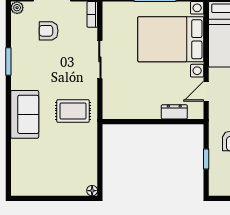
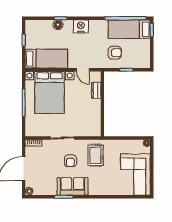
armchair: (49, 31) -> (70, 161), moved
sofa: (25, 114) -> (72, 186), moved
corner sofa: (43, 173) -> (135, 174), added

